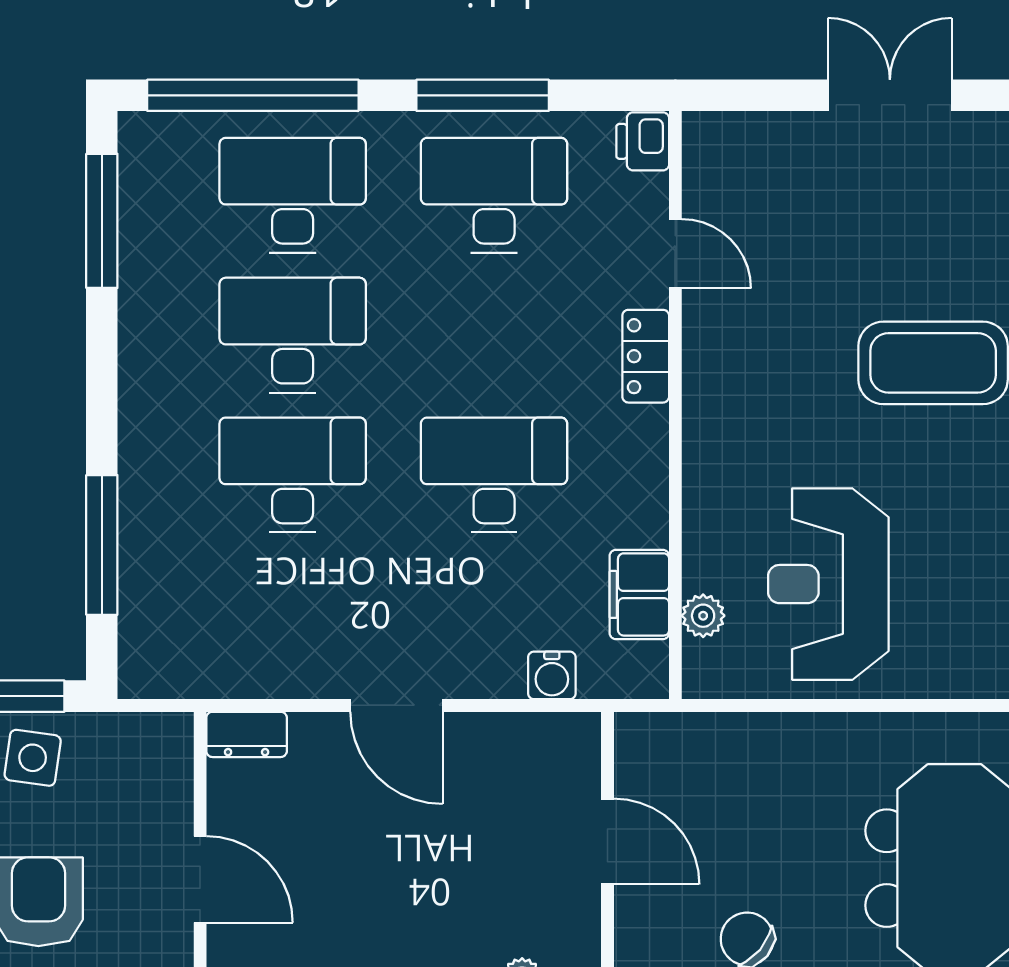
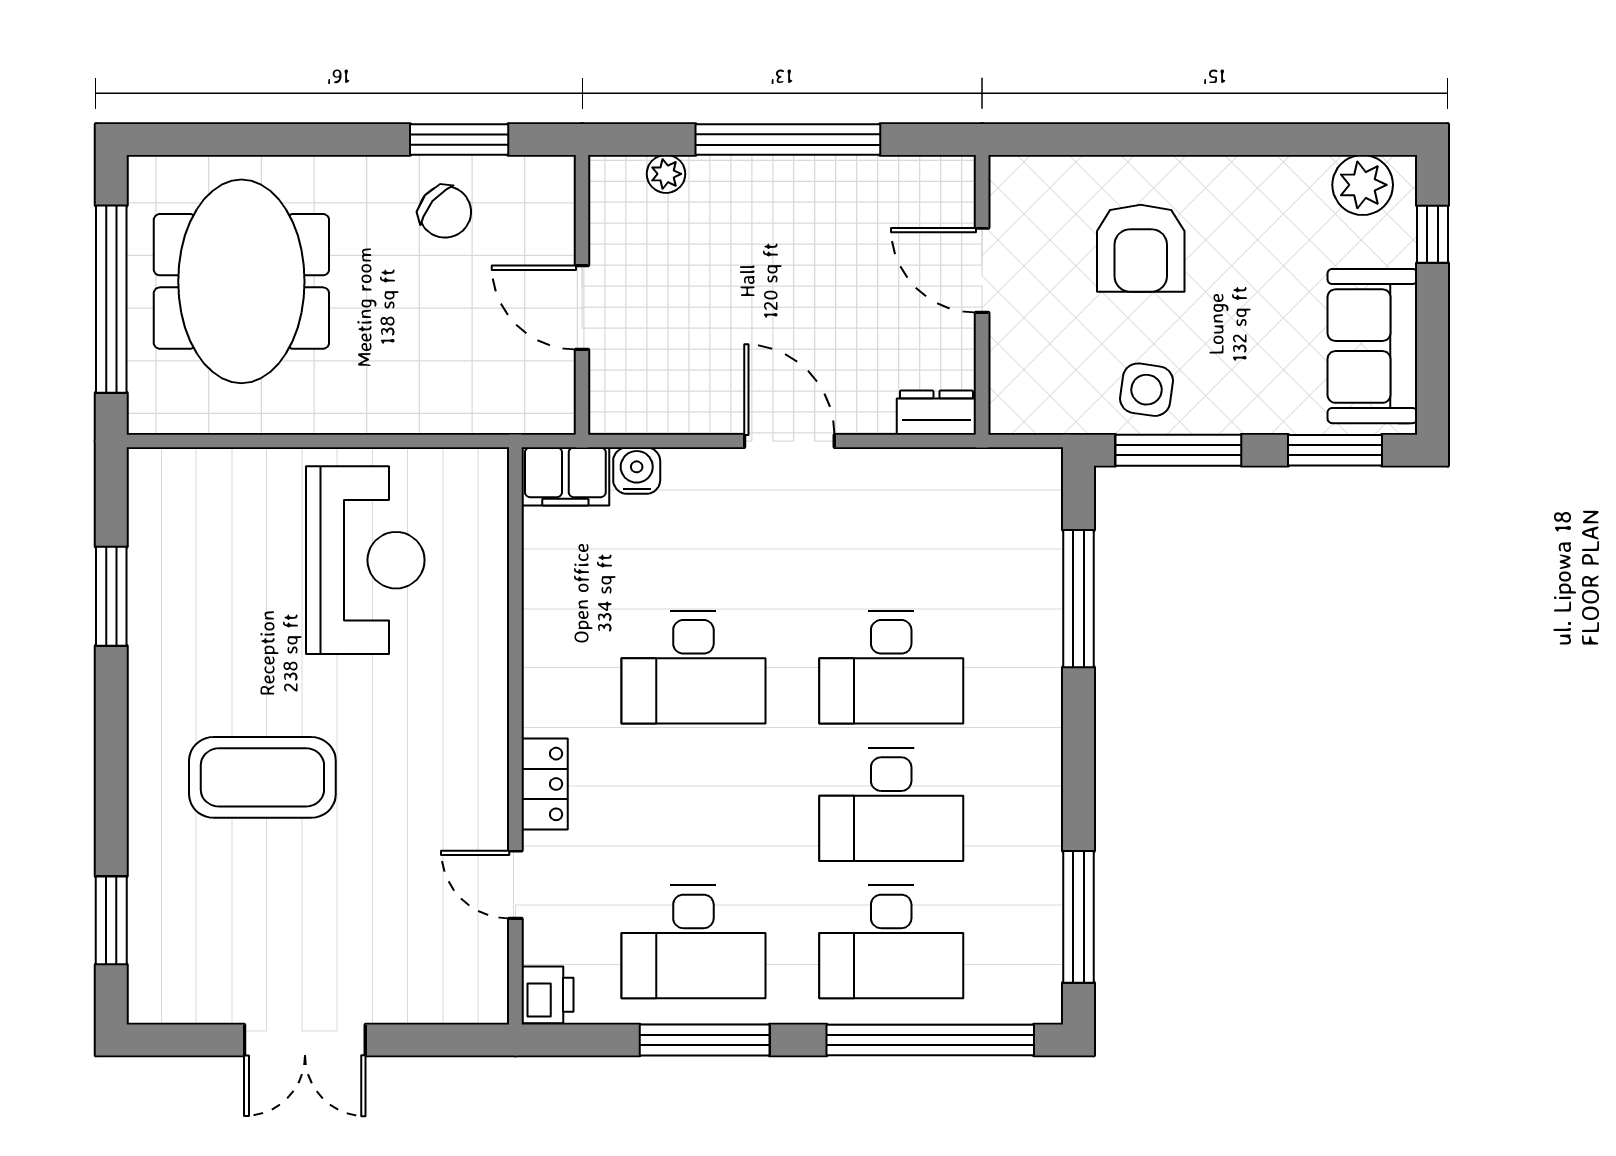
filing cabinet: (639, 594) -> (565, 476), moved, turned 90
plant: (703, 616) -> (488, 529), removed

